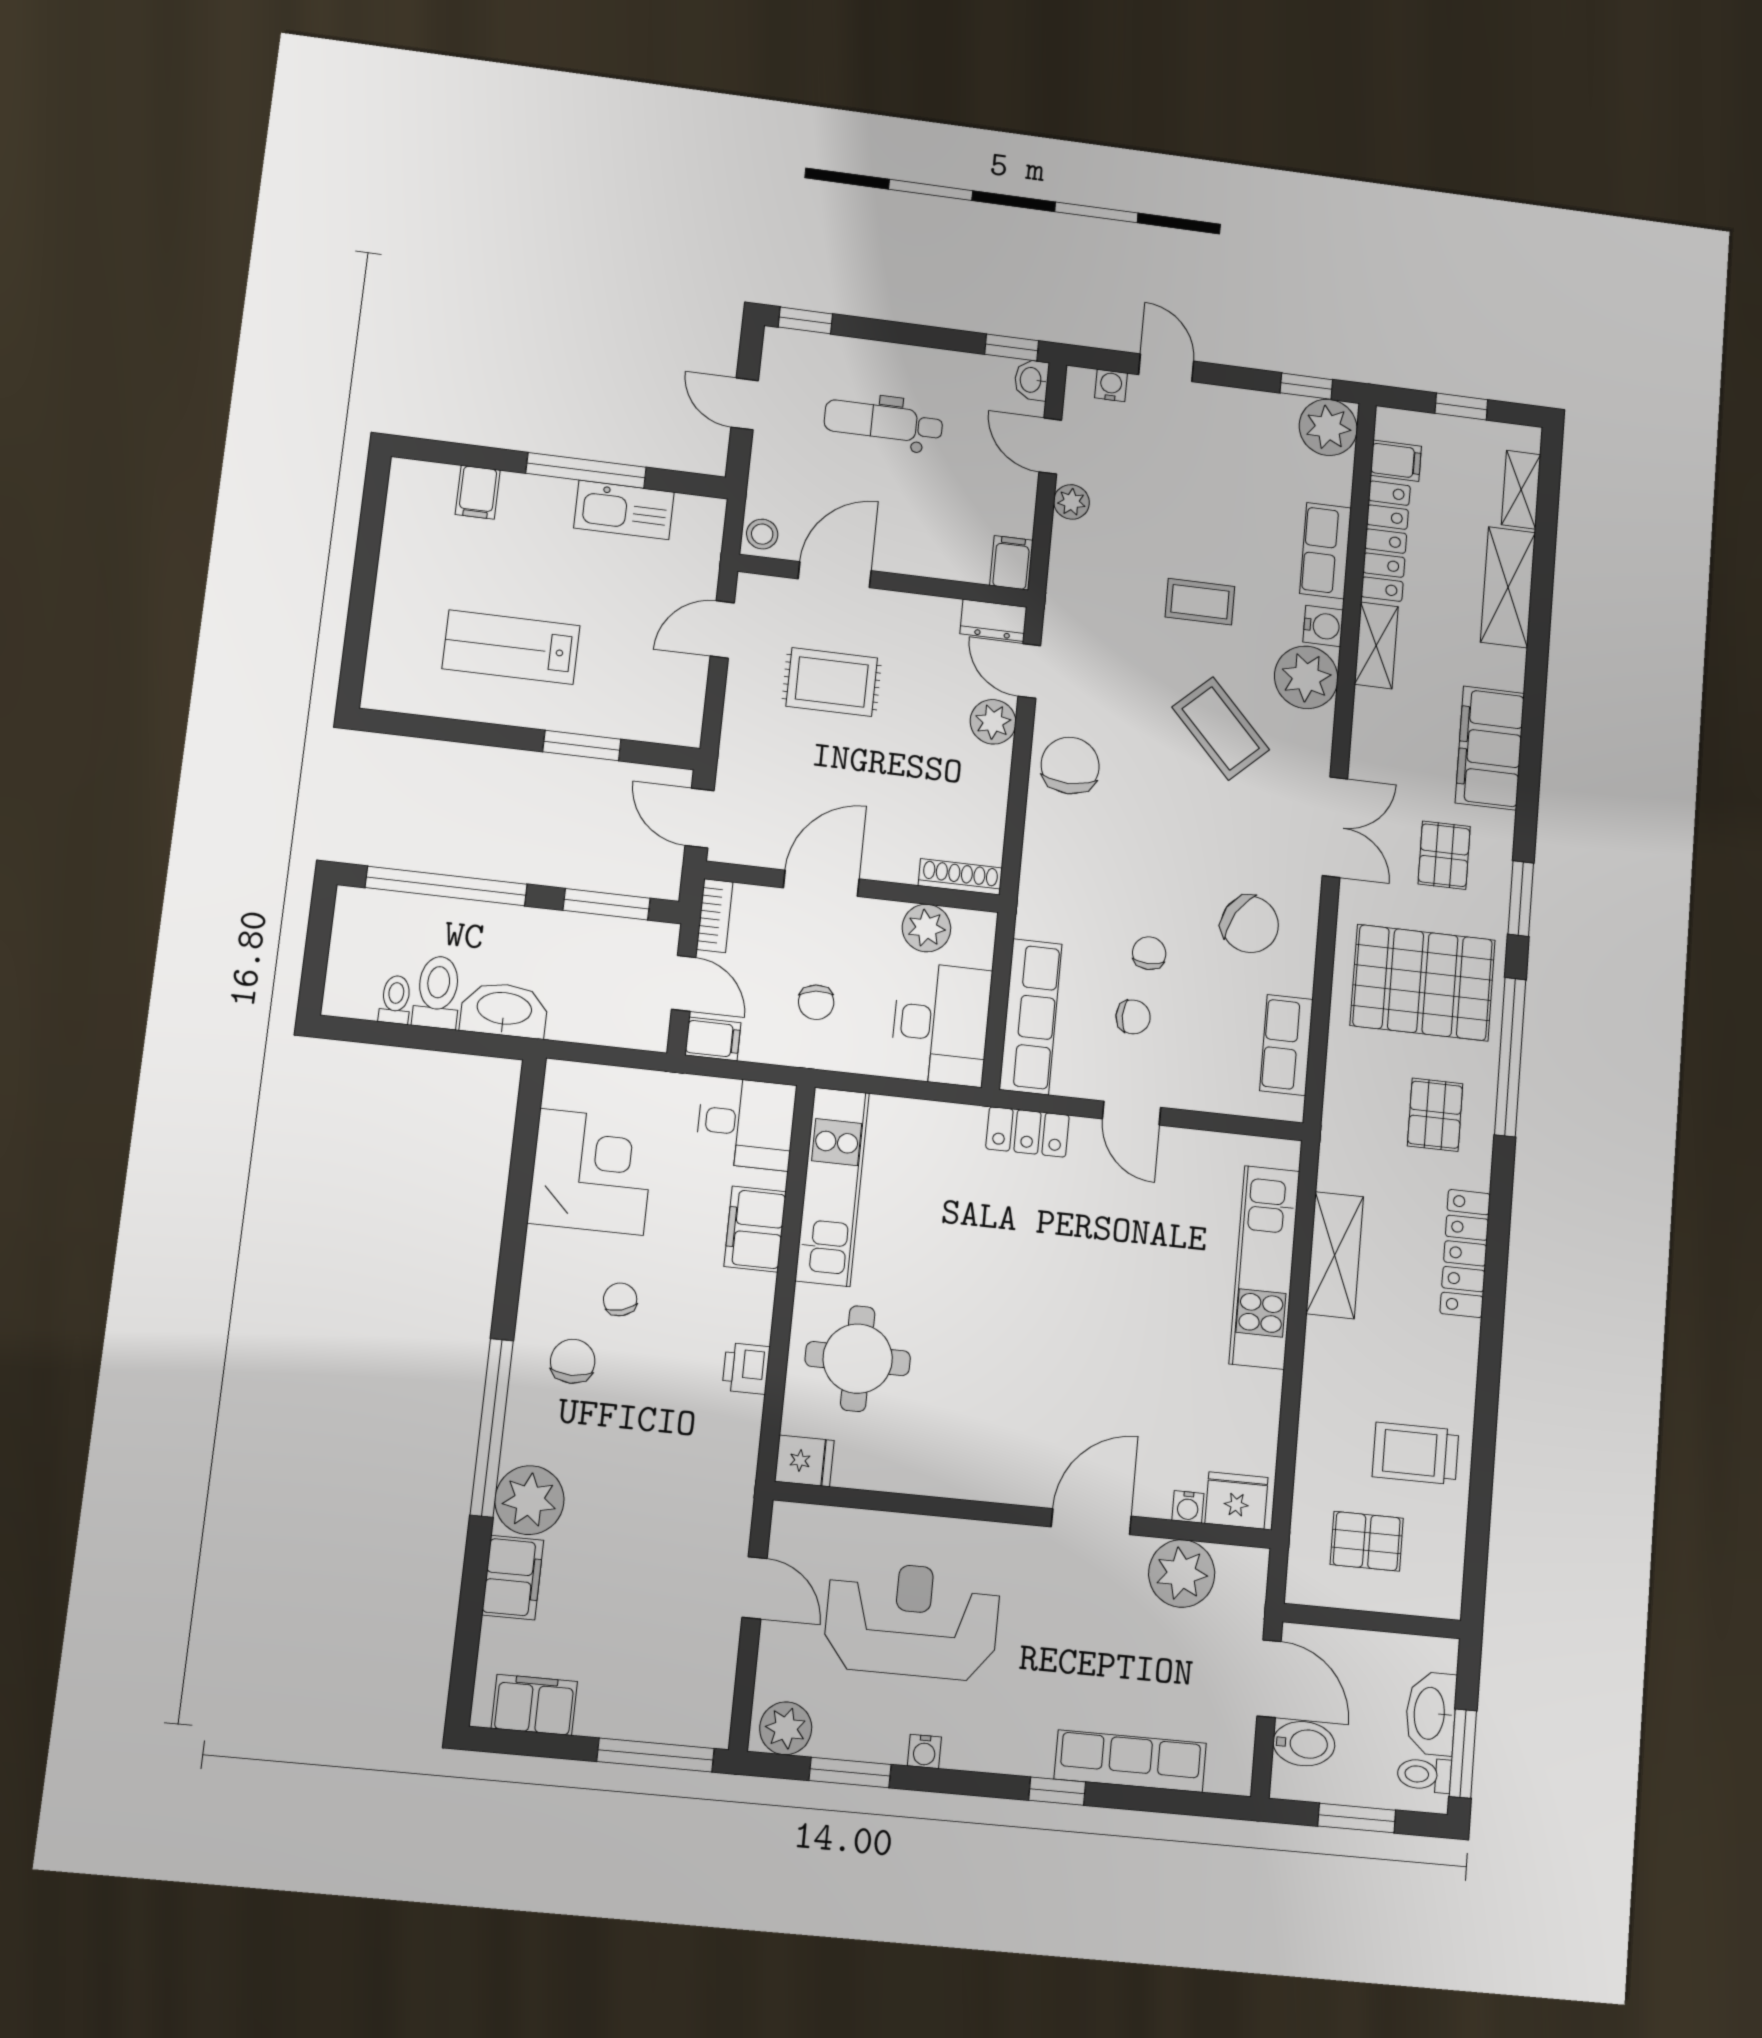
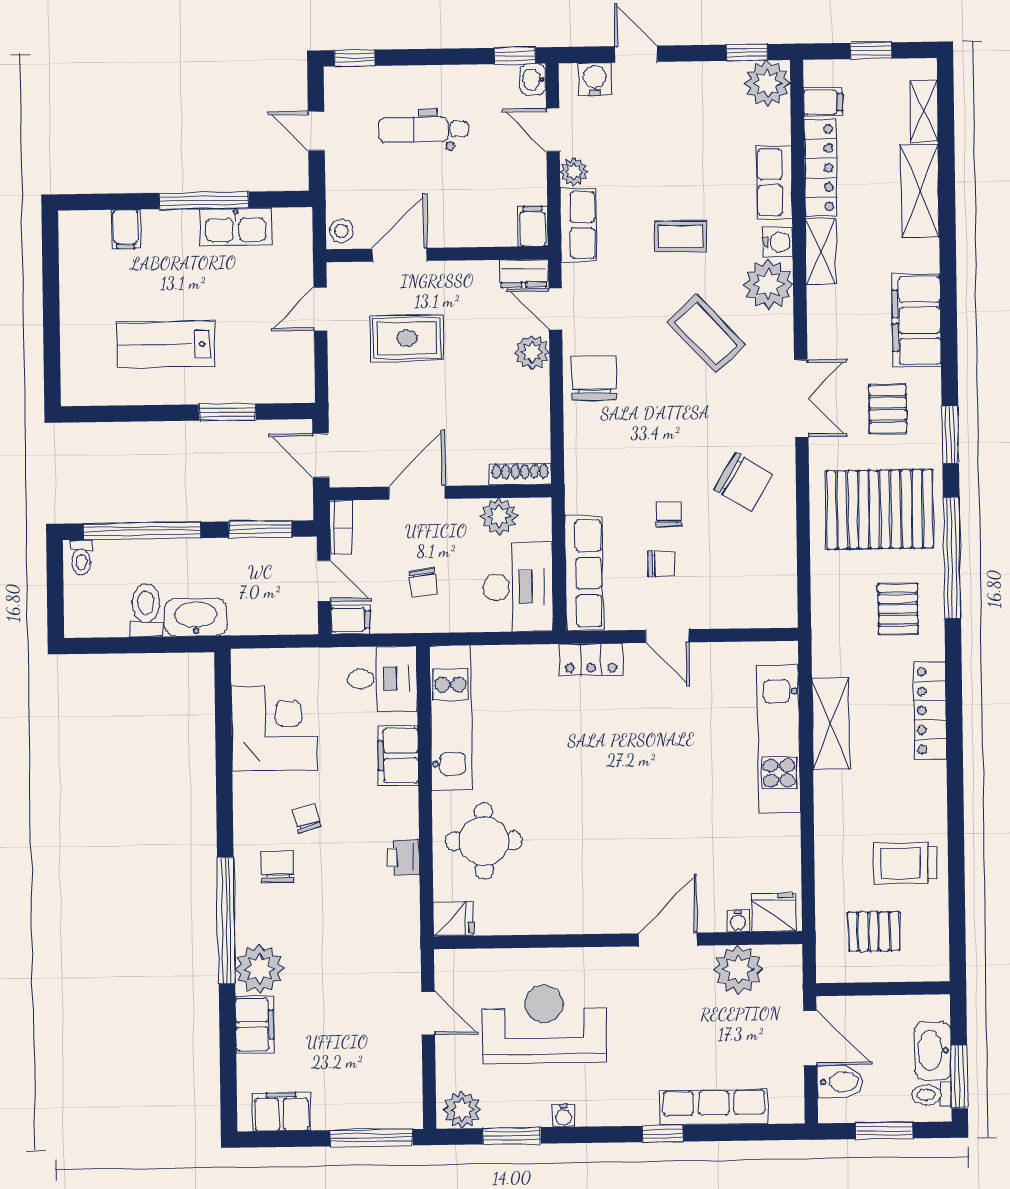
water cooler: (1111, 385) -> (595, 79), width x1.38, depth x1.38
toilet: (396, 1000) -> (81, 557), moved, turned 180
row of seats: (1286, 1045) -> (578, 225), moved, turned 180

